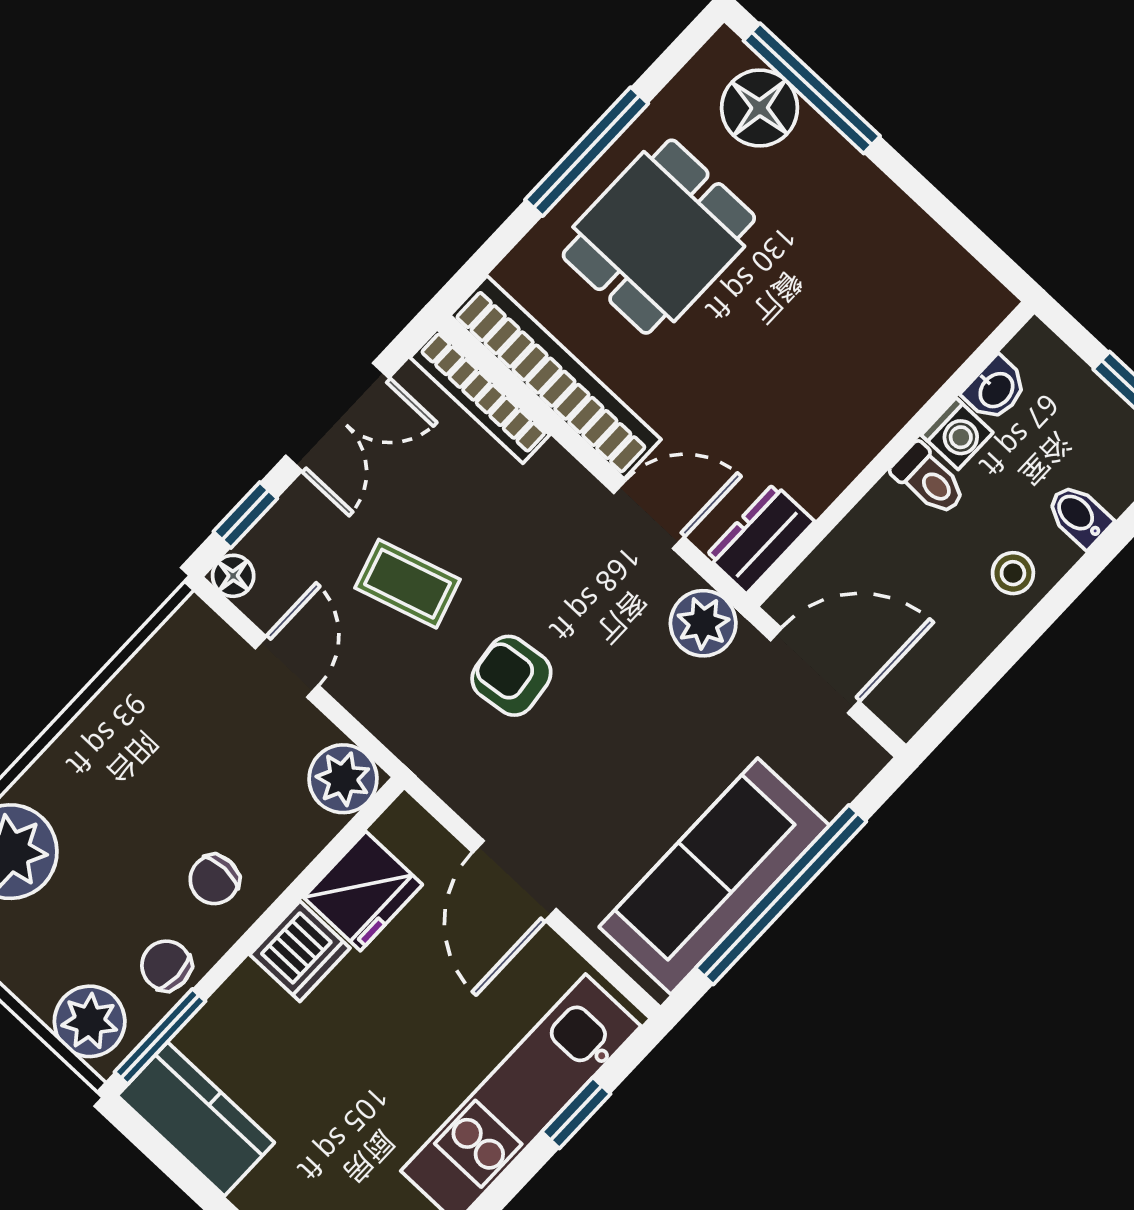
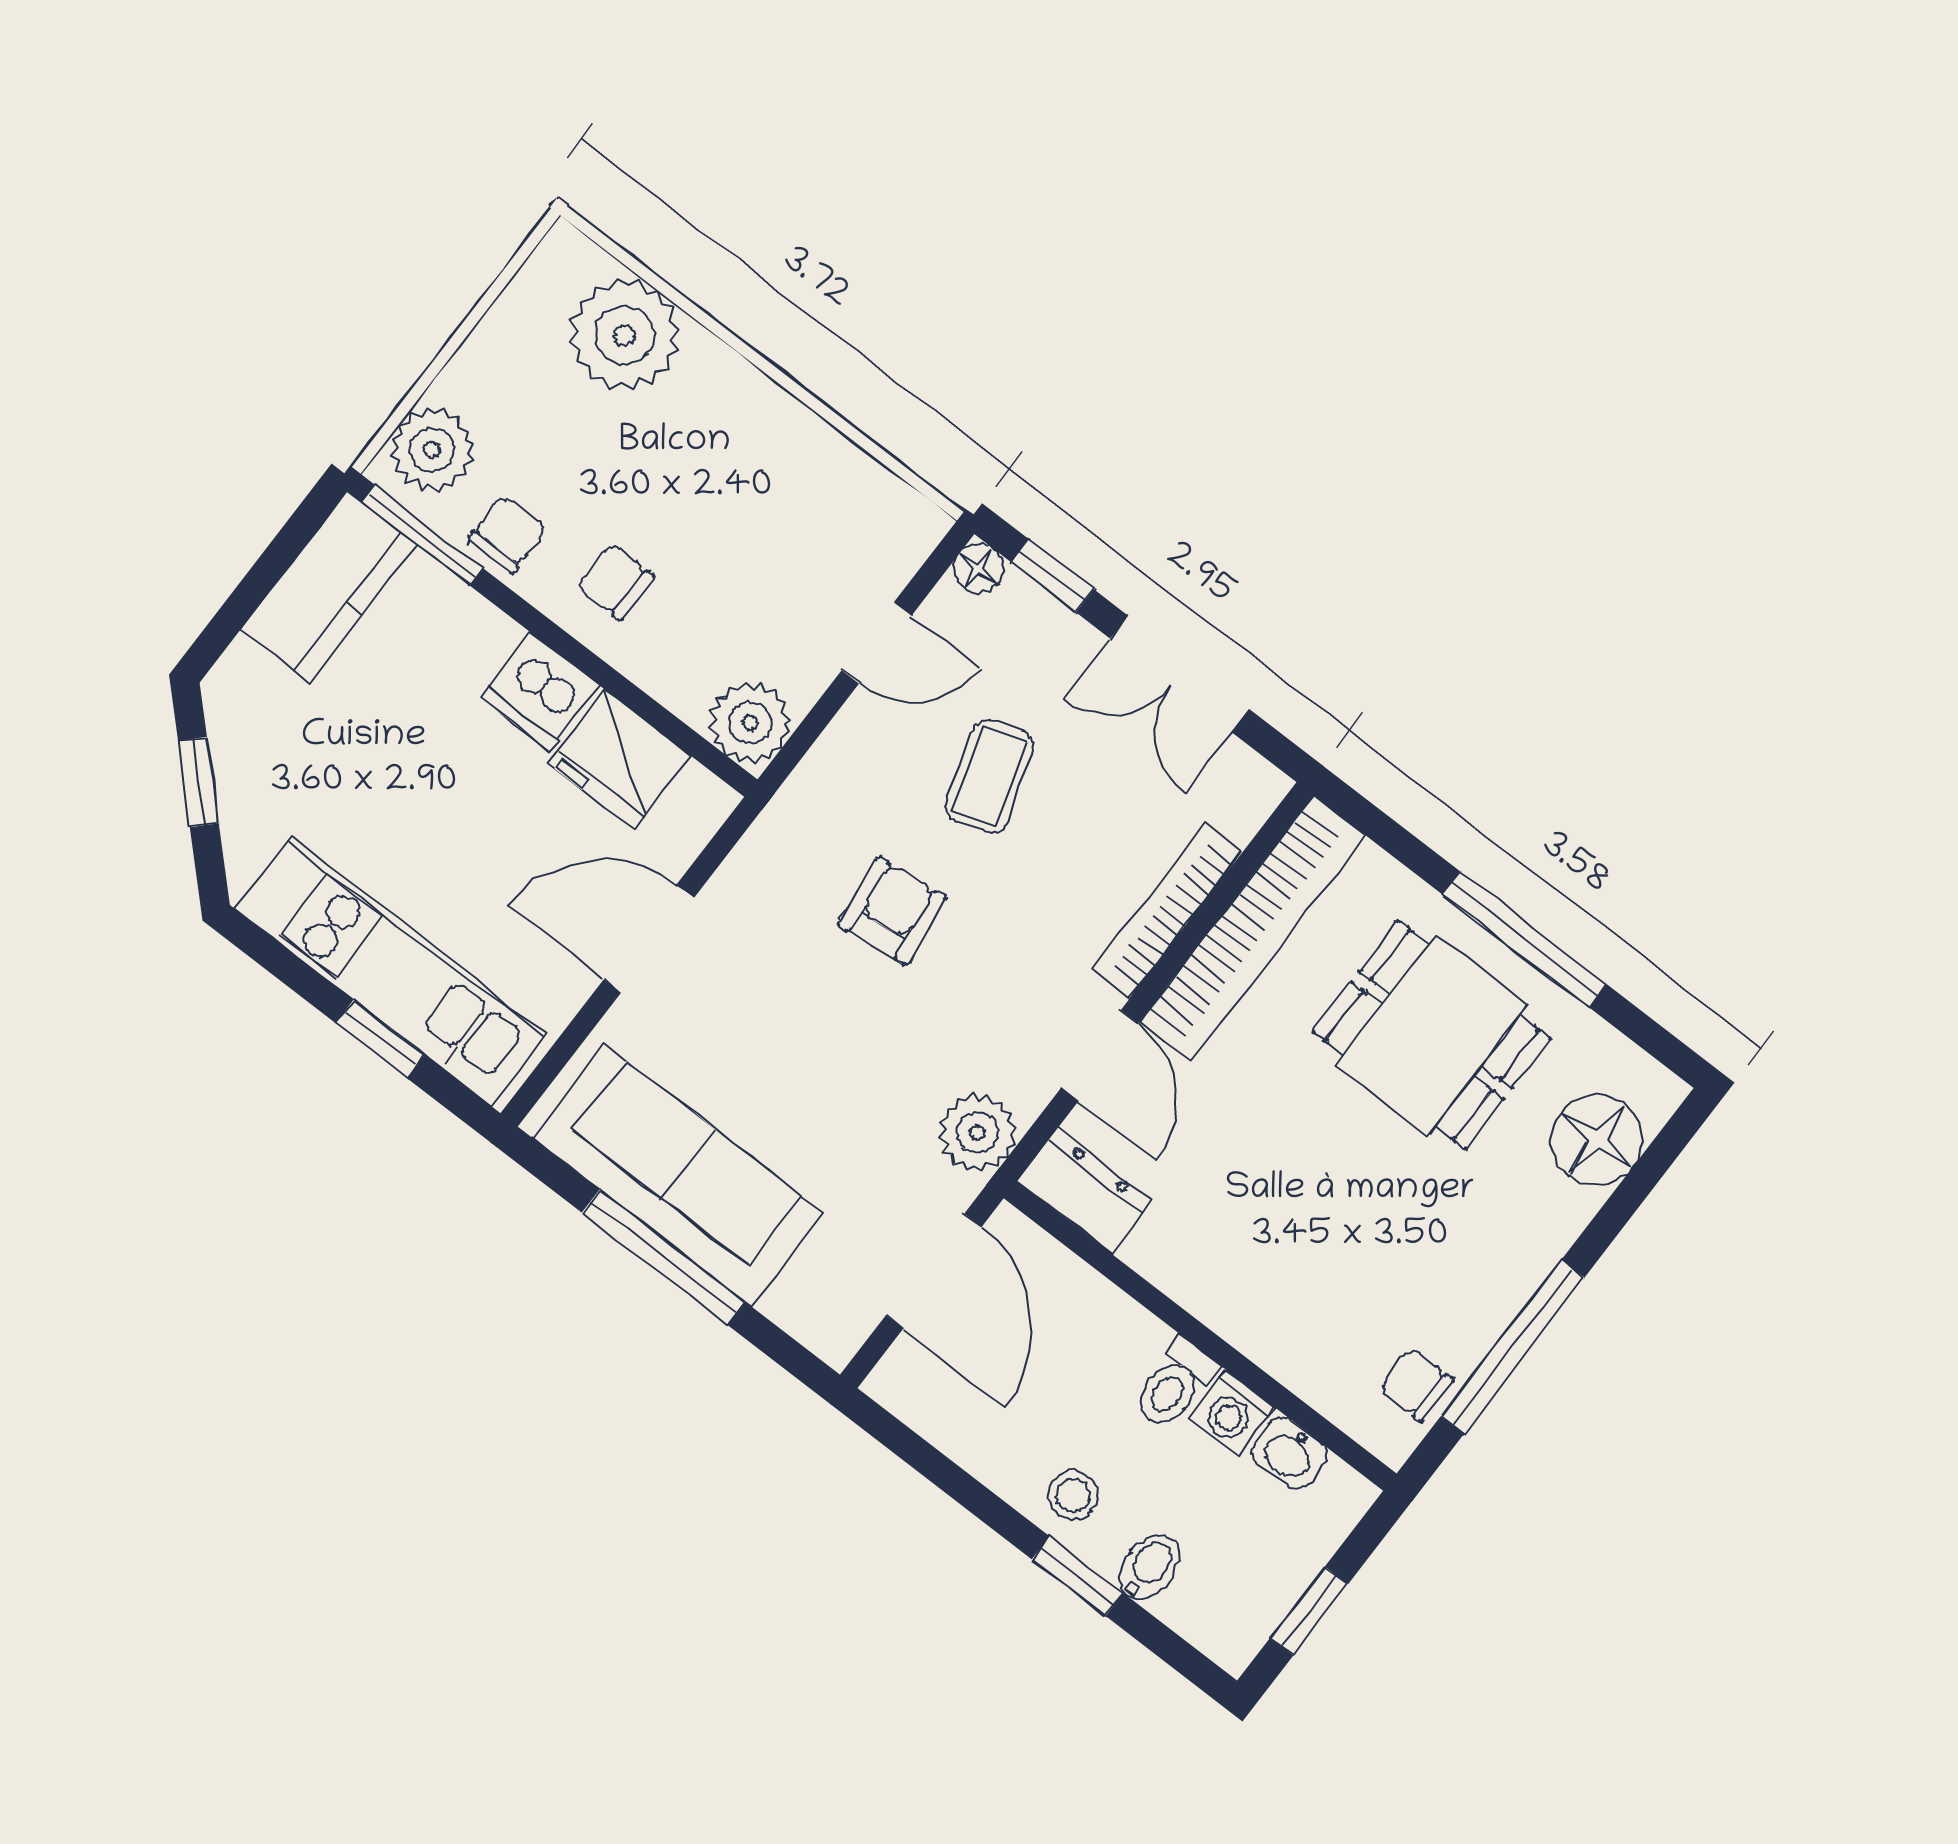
window: (812, 88) -> (1513, 1347), moved
chair: (949, 278) -> (1416, 1385), added
bookcase: (480, 396) -> (1167, 911), moved
window: (1081, 576) -> (1078, 1576), added
window: (781, 895) -> (663, 1257), width x0.68

